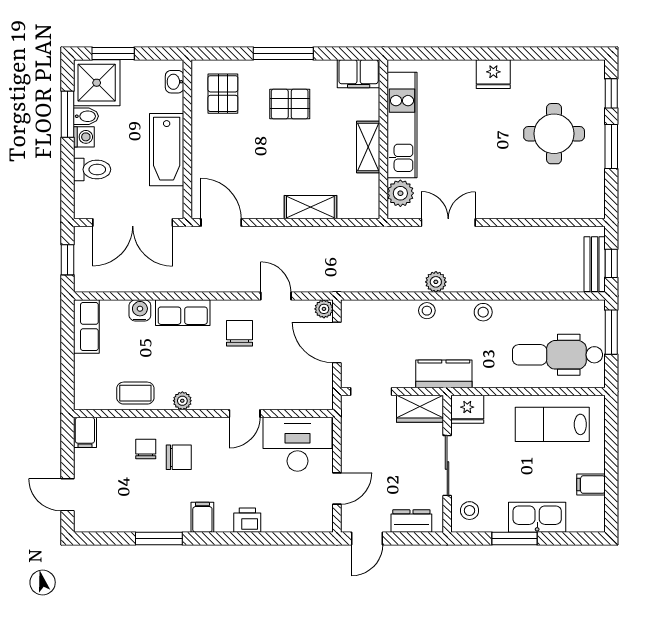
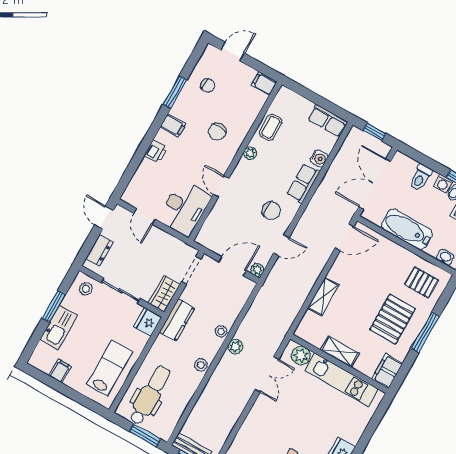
pallet: (290, 104) -> (393, 319), width x1.50, depth x1.42
chair: (146, 449) -> (208, 86), moved

